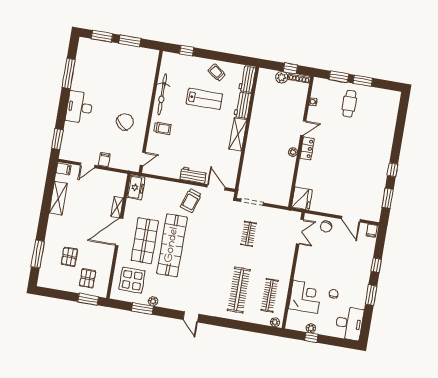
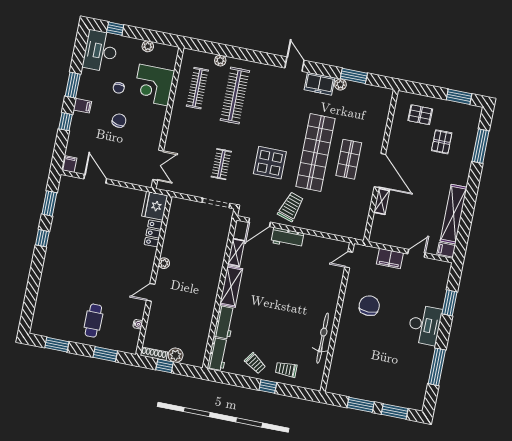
window: (187, 51) -> (268, 386), moved
window: (363, 81) -> (57, 345), moved
lab bench: (204, 99) -> (271, 331), removed
chair: (125, 122) -> (369, 306), turned 138
trolley: (163, 128) -> (286, 369), moved
window: (57, 139) -> (450, 303), moved
locker: (307, 148) -> (153, 233), moved
filing cabinet: (104, 160) -> (390, 258), width x2.00
shelving: (235, 162) -> (236, 252), added
door: (216, 187) -> (260, 222), hinge flipped
freezer: (136, 188) -> (319, 84), moved, turned -90
shelving: (58, 198) -> (454, 214), width x1.47
chair: (326, 227) -> (119, 121), moved
door: (119, 232) -> (380, 171), hinge flipped
double door: (300, 232) -> (158, 165), swing flipped
shop shelf: (145, 241) -> (349, 159), width x0.70, depth x0.74
pallet: (88, 278) -> (420, 115), turned 90
filing cabinet: (363, 279) -> (82, 106), added
display table: (132, 280) -> (270, 163), moved
window: (88, 299) -> (459, 97), moved
plant: (275, 322) -> (220, 61), moved
window: (311, 337) -> (115, 29), moved

